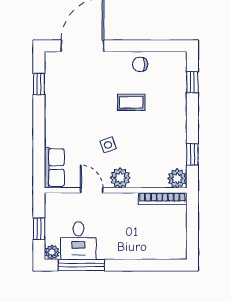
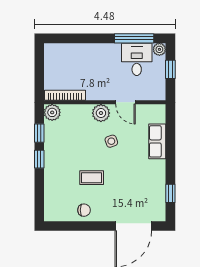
window: (192, 82) -> (39, 159), moved
row of seats: (54, 168) -> (157, 141), moved

